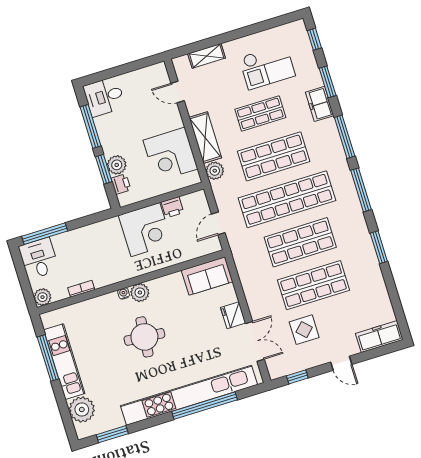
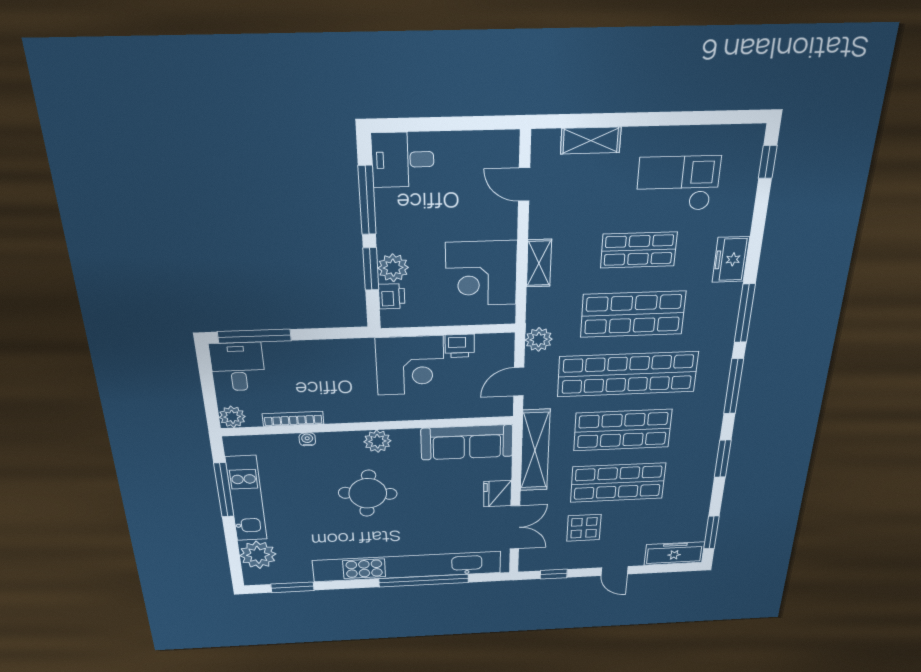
checkout: (267, 67) -> (678, 184), turned 180
window: (328, 82) -> (711, 532), moved
shelving: (205, 138) -> (539, 263), width x0.67, depth x0.75
plant: (215, 171) -> (539, 340), moved
shelving: (247, 273) -> (535, 451), added
sofa: (207, 276) -> (467, 442), width x1.36
bookcase: (81, 289) -> (293, 419), width x1.56
water cooler: (124, 293) -> (307, 439), moved

